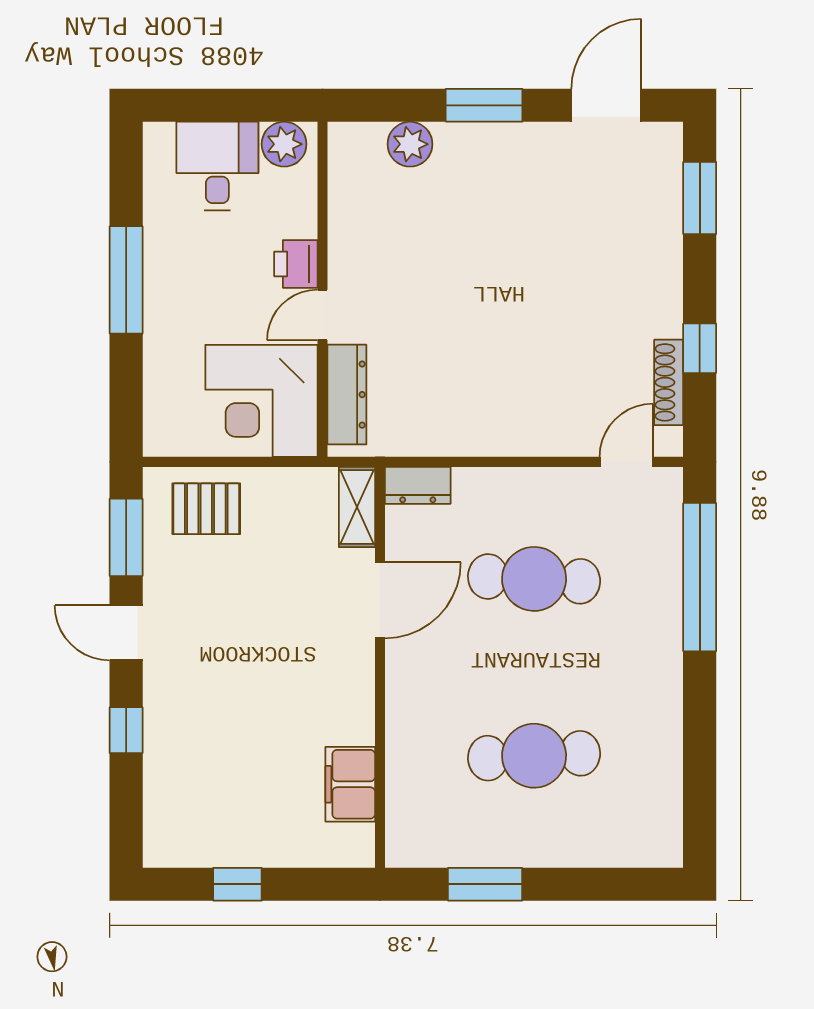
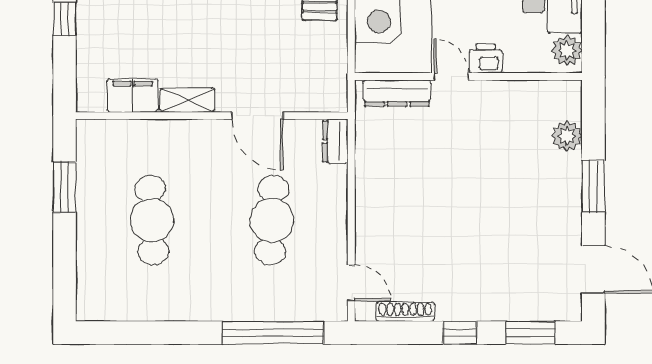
window: (700, 348) -> (460, 333), moved
shelving: (357, 507) -> (187, 100), moved

